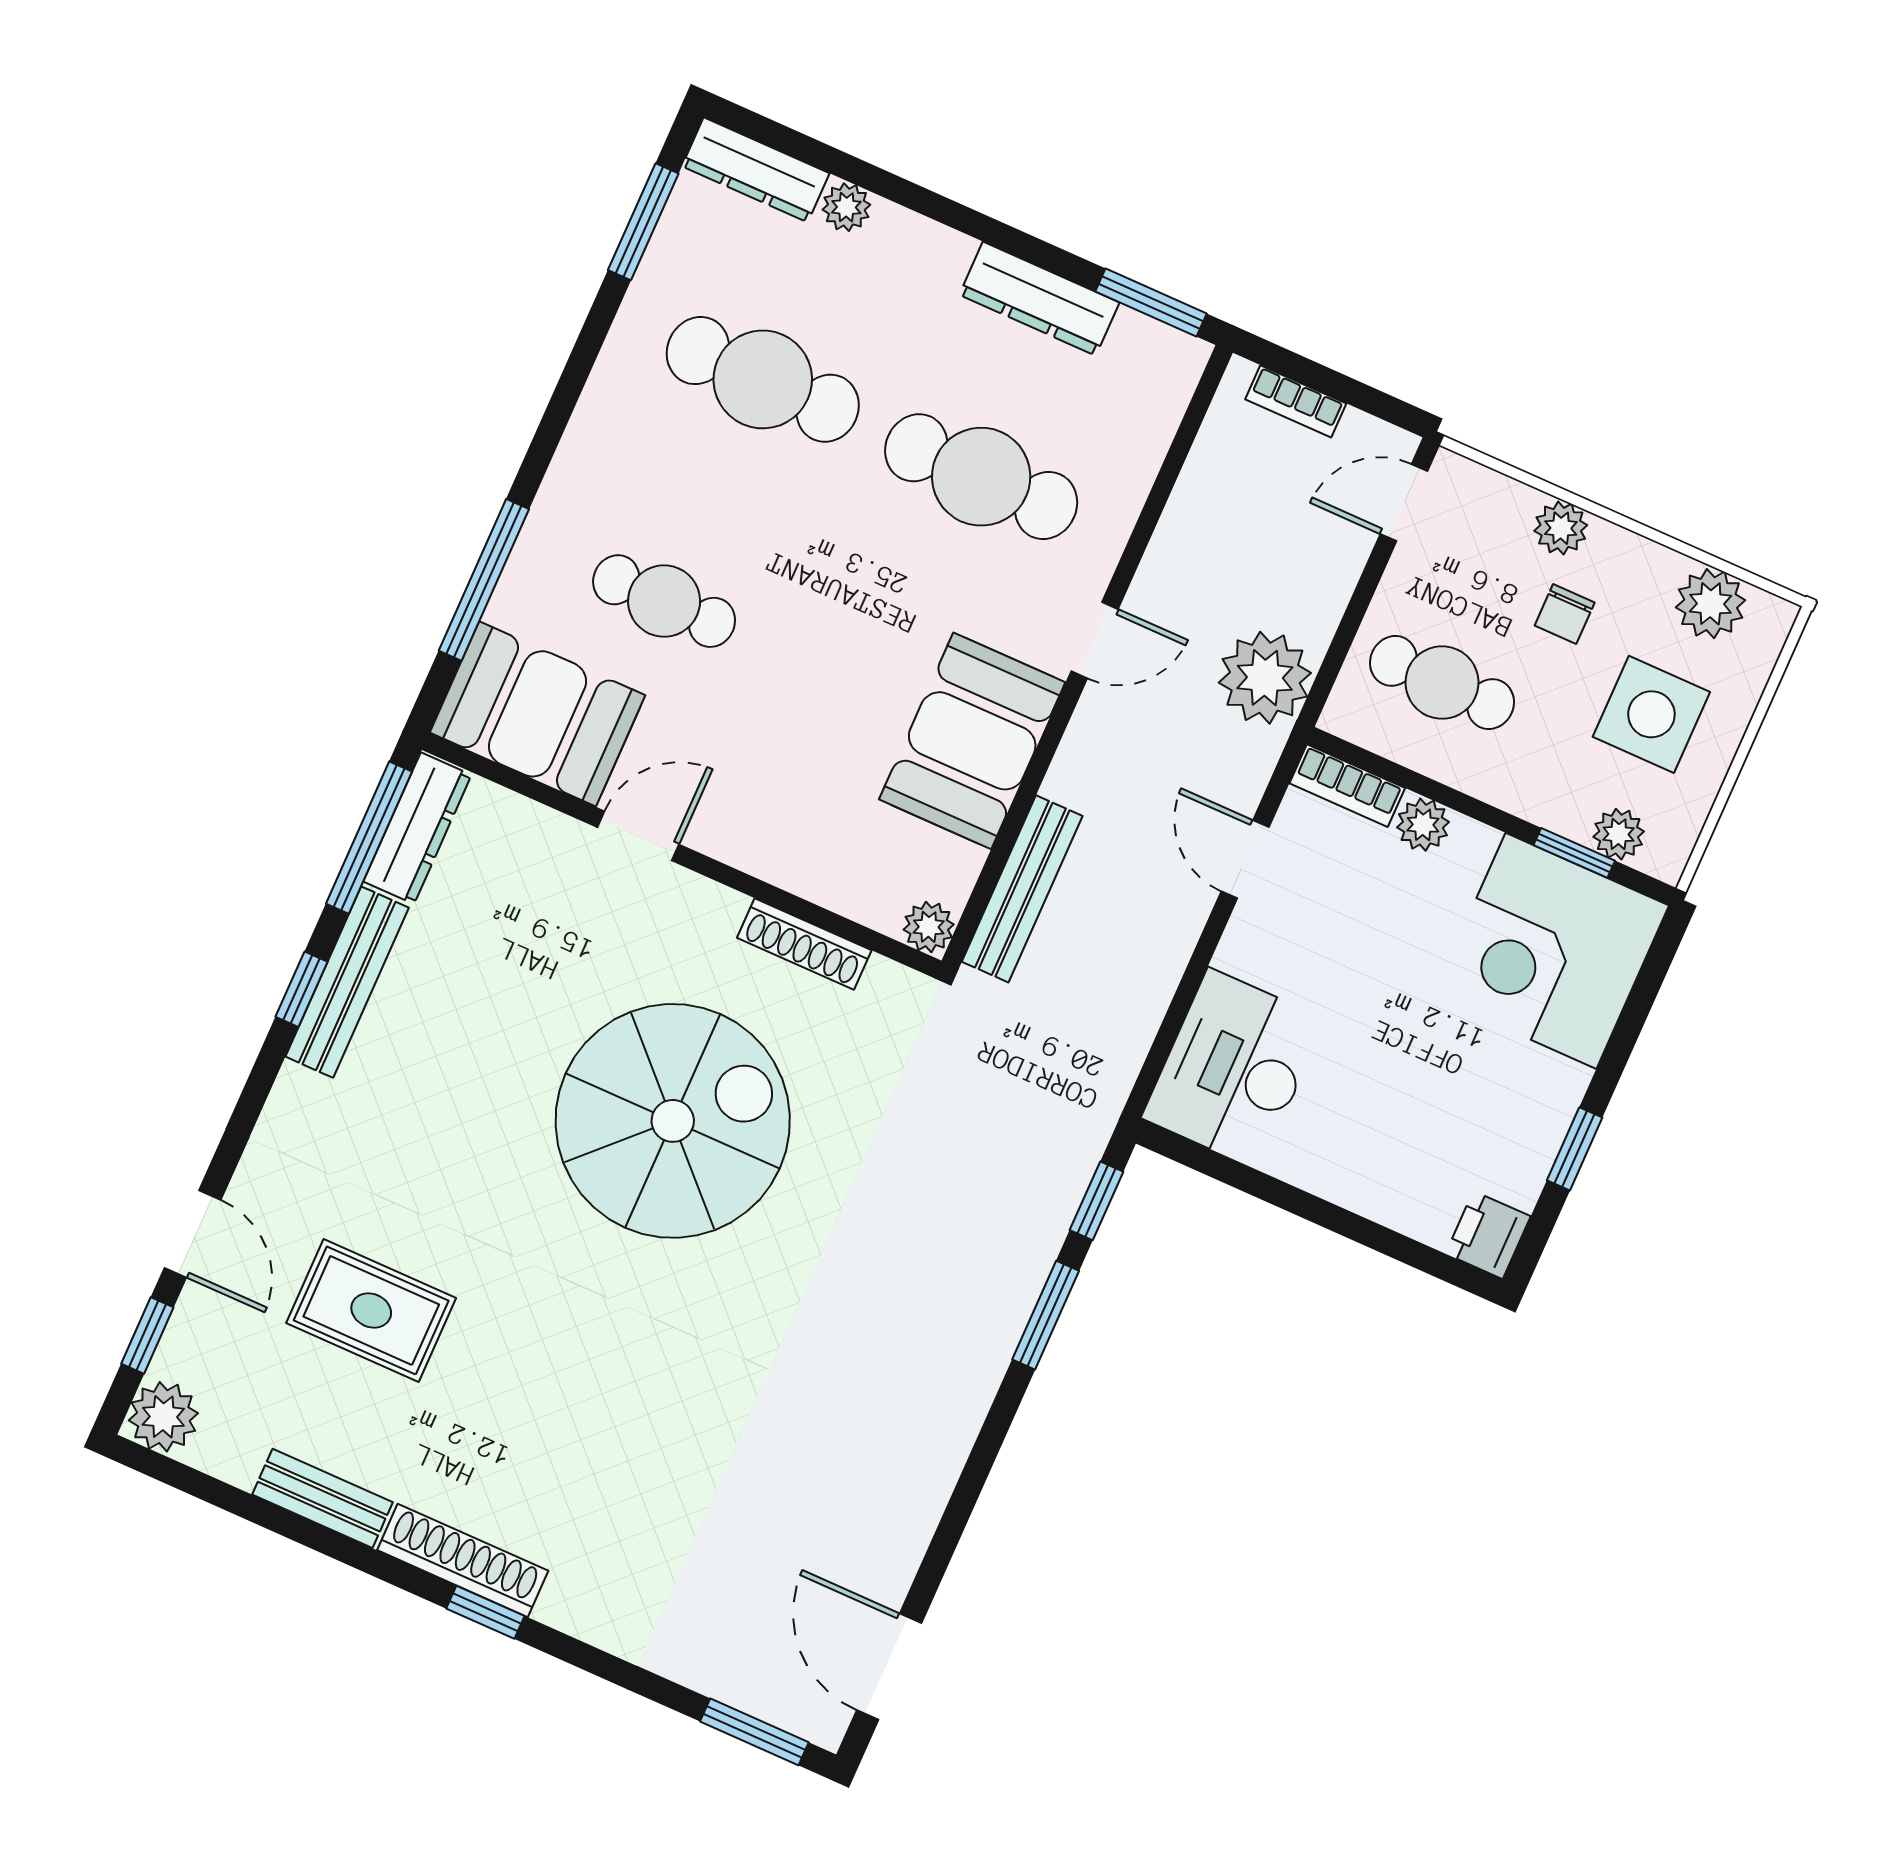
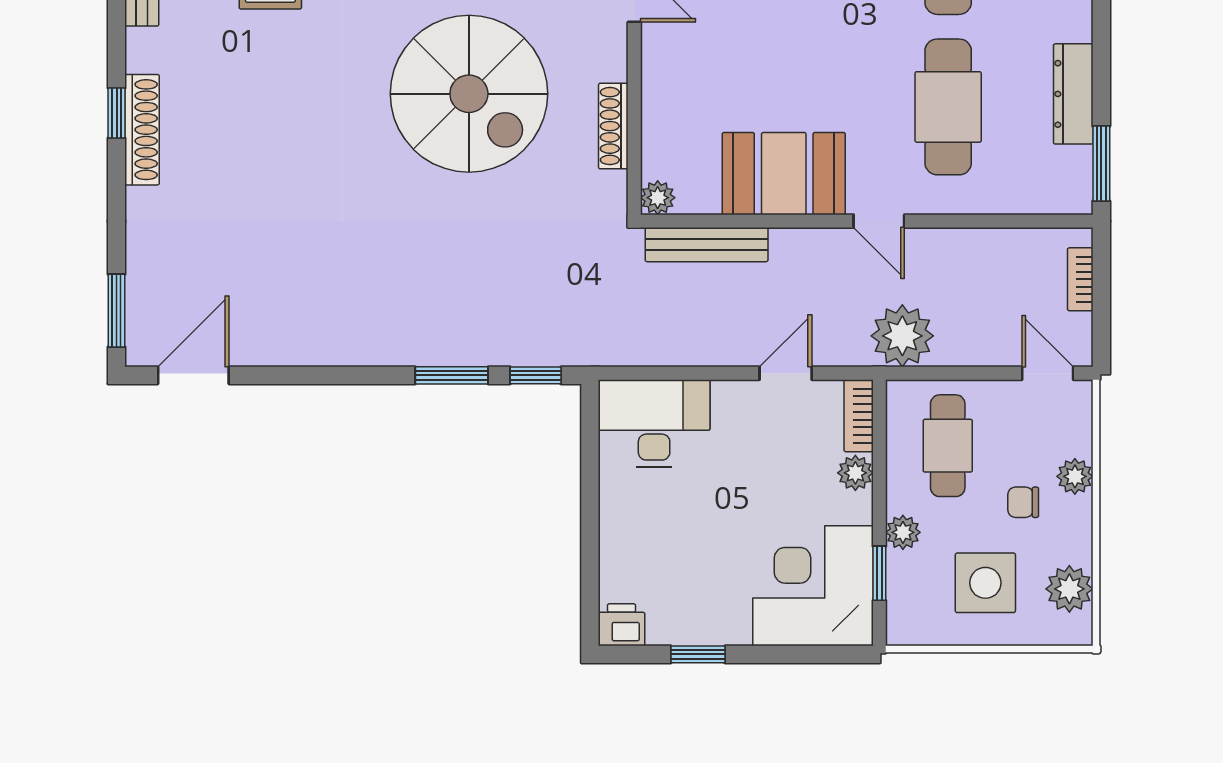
plant: (1619, 834) -> (903, 532), moved
shoe rack: (463, 1560) -> (142, 130), moved

